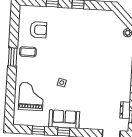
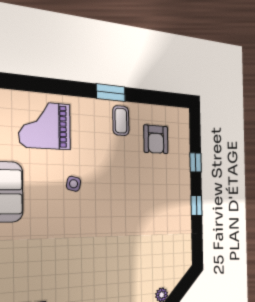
grand piano: (31, 96) -> (45, 125), turned 180

